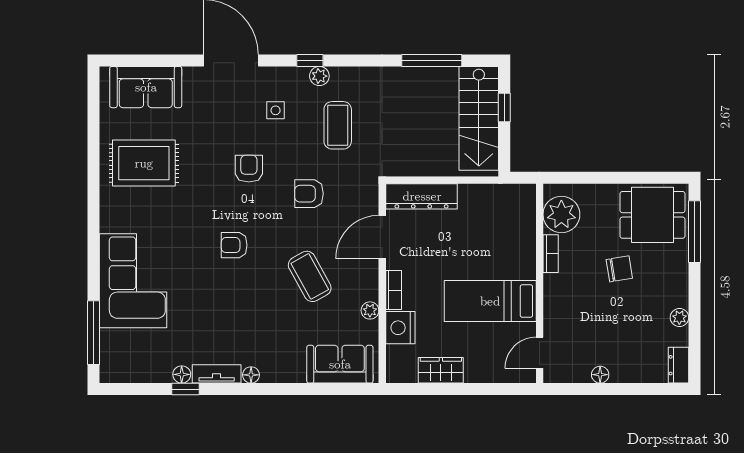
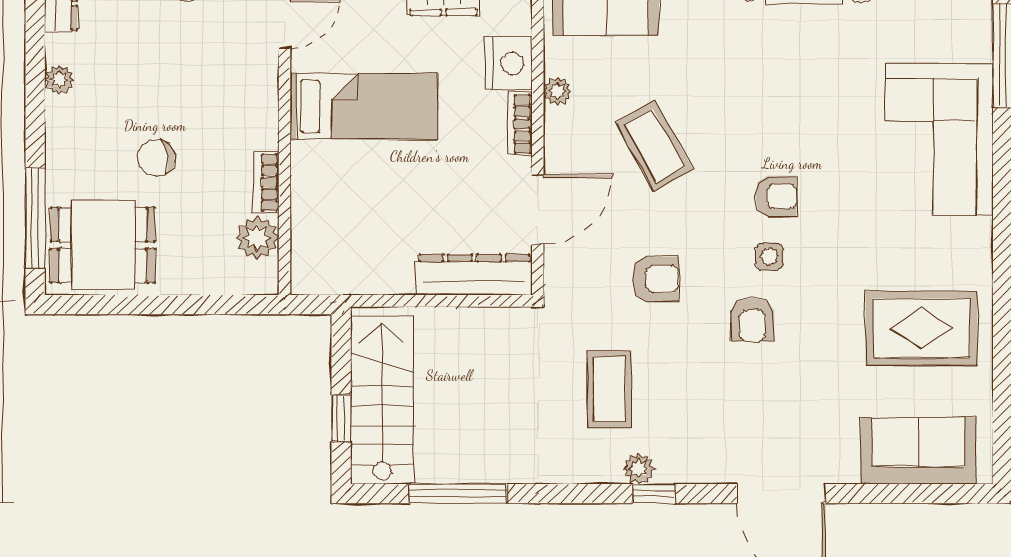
side table: (276, 110) -> (769, 257), moved
plant: (561, 215) -> (257, 238), width x0.73, depth x0.73

